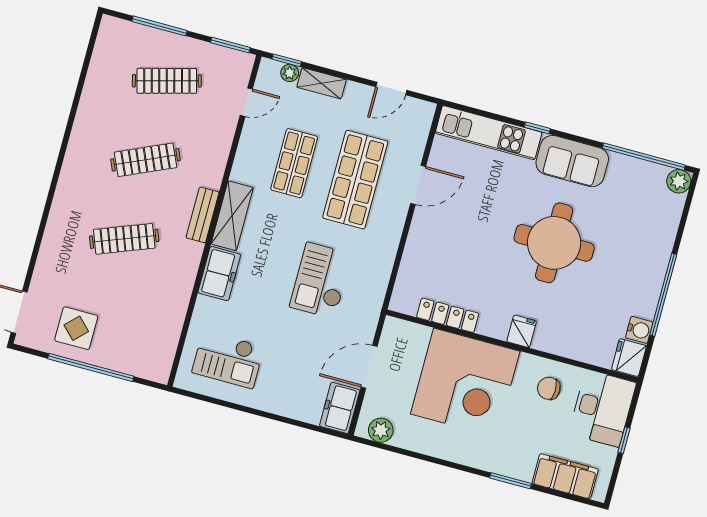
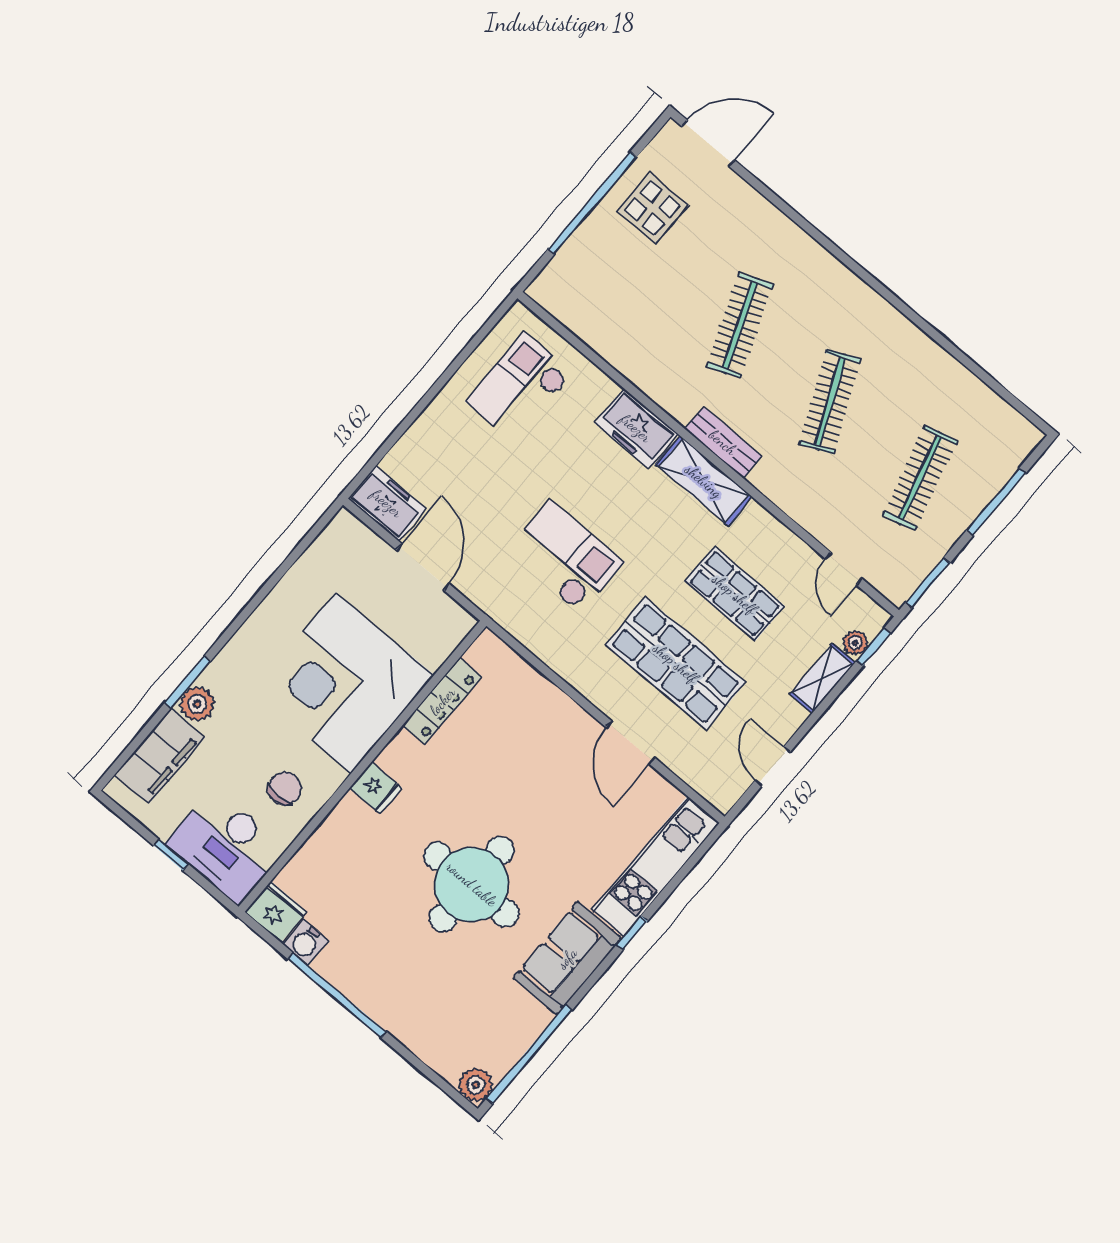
plant: (381, 430) -> (197, 704), moved

